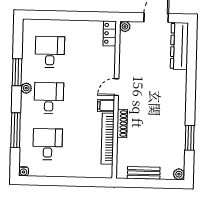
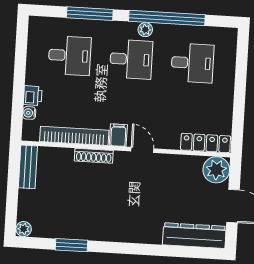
plant: (125, 26) -> (216, 170), width x1.88, depth x1.88
locker: (110, 33) -> (206, 143), width x1.53
window: (17, 72) -> (167, 18), width x2.11
water cooler: (24, 171) -> (29, 113), moved
printer: (79, 171) -> (33, 96), added
bench: (144, 173) -> (28, 167), moved

